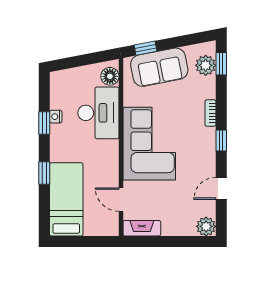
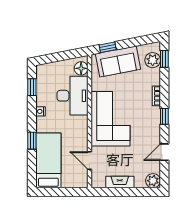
nightstand: (56, 117) -> (41, 111), moved
window: (44, 123) -> (32, 87), moved
fireplace: (142, 228) -> (120, 182), moved

